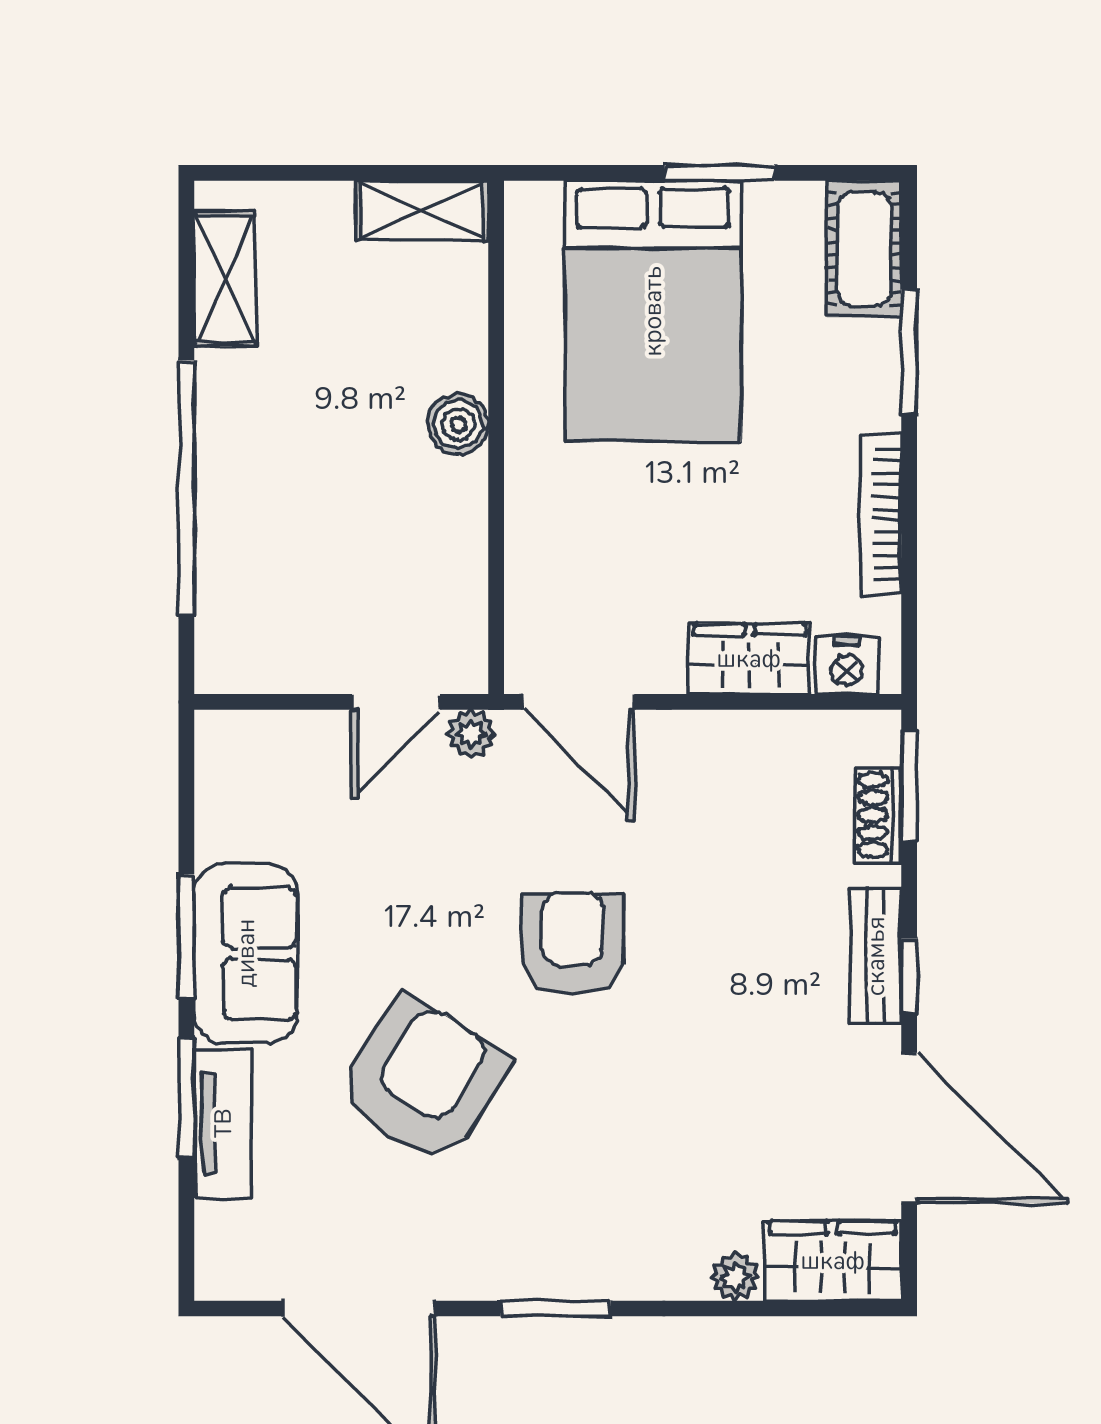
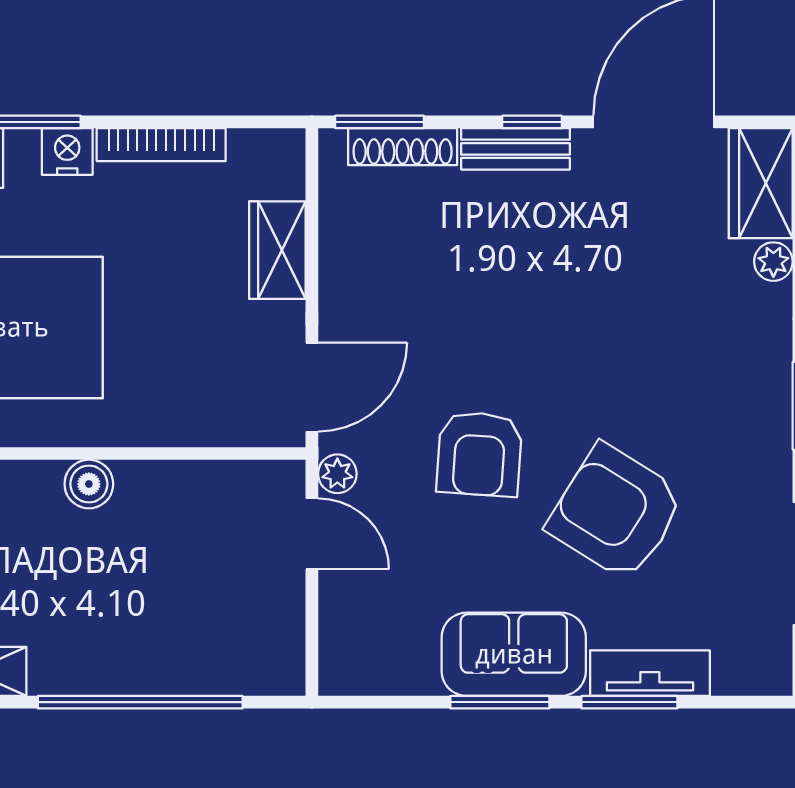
nightstand: (847, 665) -> (67, 151), moved, turned -90
shoe rack: (878, 815) -> (403, 147), width x1.43
armchair: (572, 943) -> (479, 454), moved, turned -86

